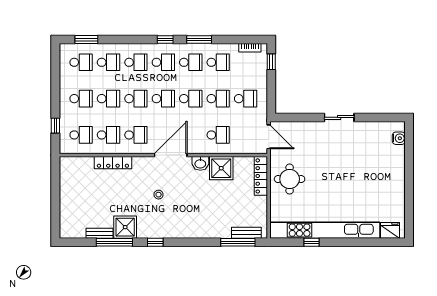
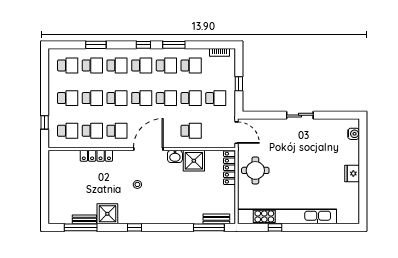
window: (86, 39) -> (96, 45), moved
window: (271, 62) -> (239, 84), moved
fridge: (390, 230) -> (352, 174), moved, turned -90
window: (114, 242) -> (81, 227), moved

